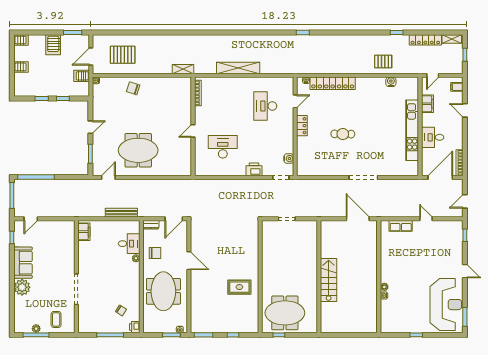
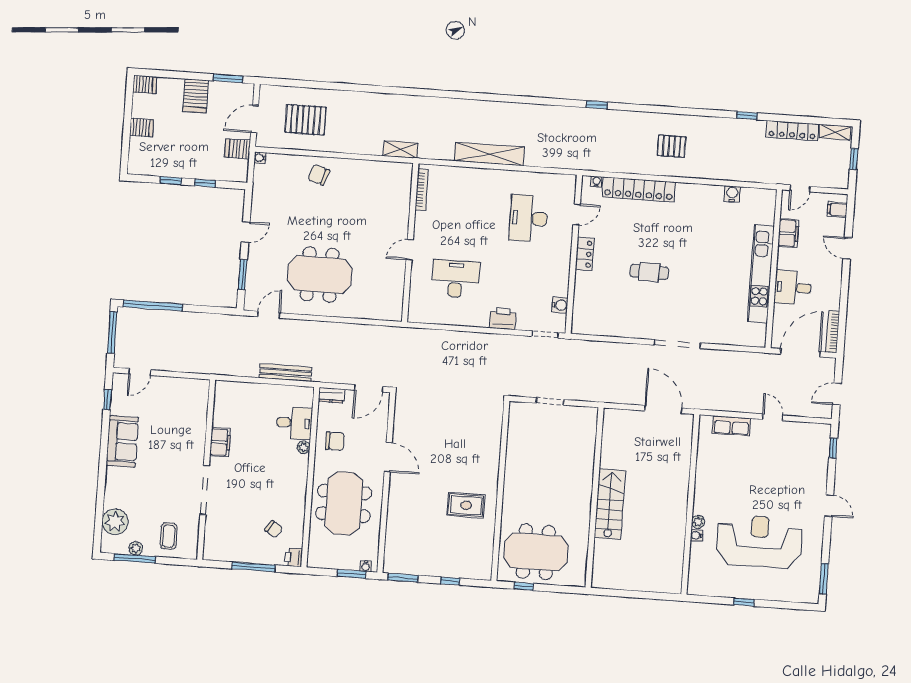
pallet: (383, 62) -> (672, 146), moved
filing cabinet: (84, 232) -> (220, 442), moved
plant: (22, 287) -> (115, 522), moved
reception desk: (446, 305) -> (759, 541), moved, turned -90

